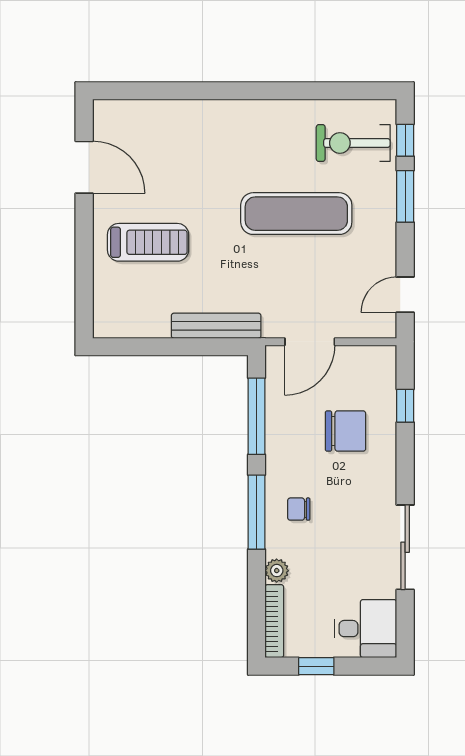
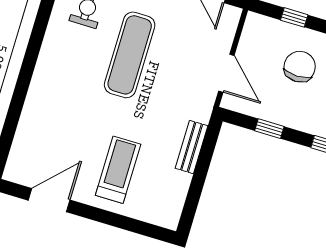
bench: (216, 326) -> (192, 147), width x0.73
window: (256, 416) -> (269, 129), width x0.46

